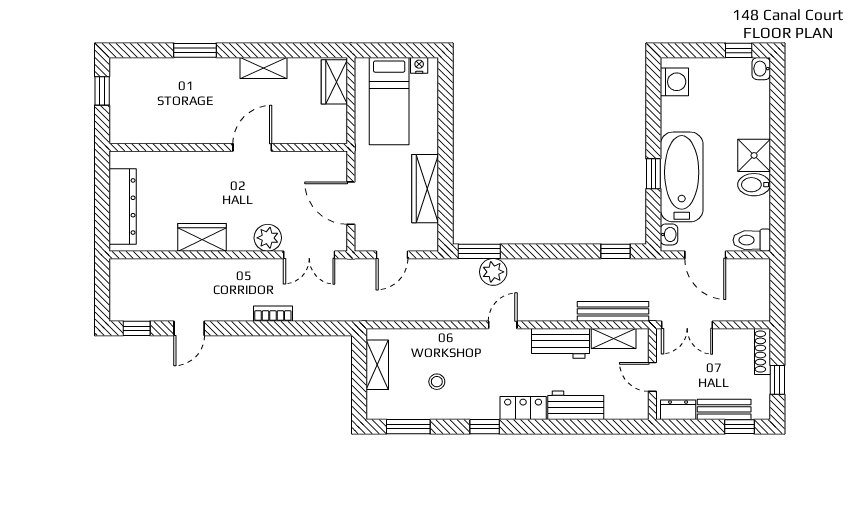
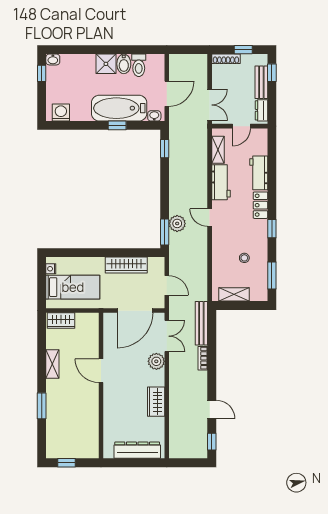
door: (351, 203) -> (135, 311), width x1.36
toilet: (752, 240) -> (139, 65), moved
bench: (613, 311) -> (201, 323), moved

